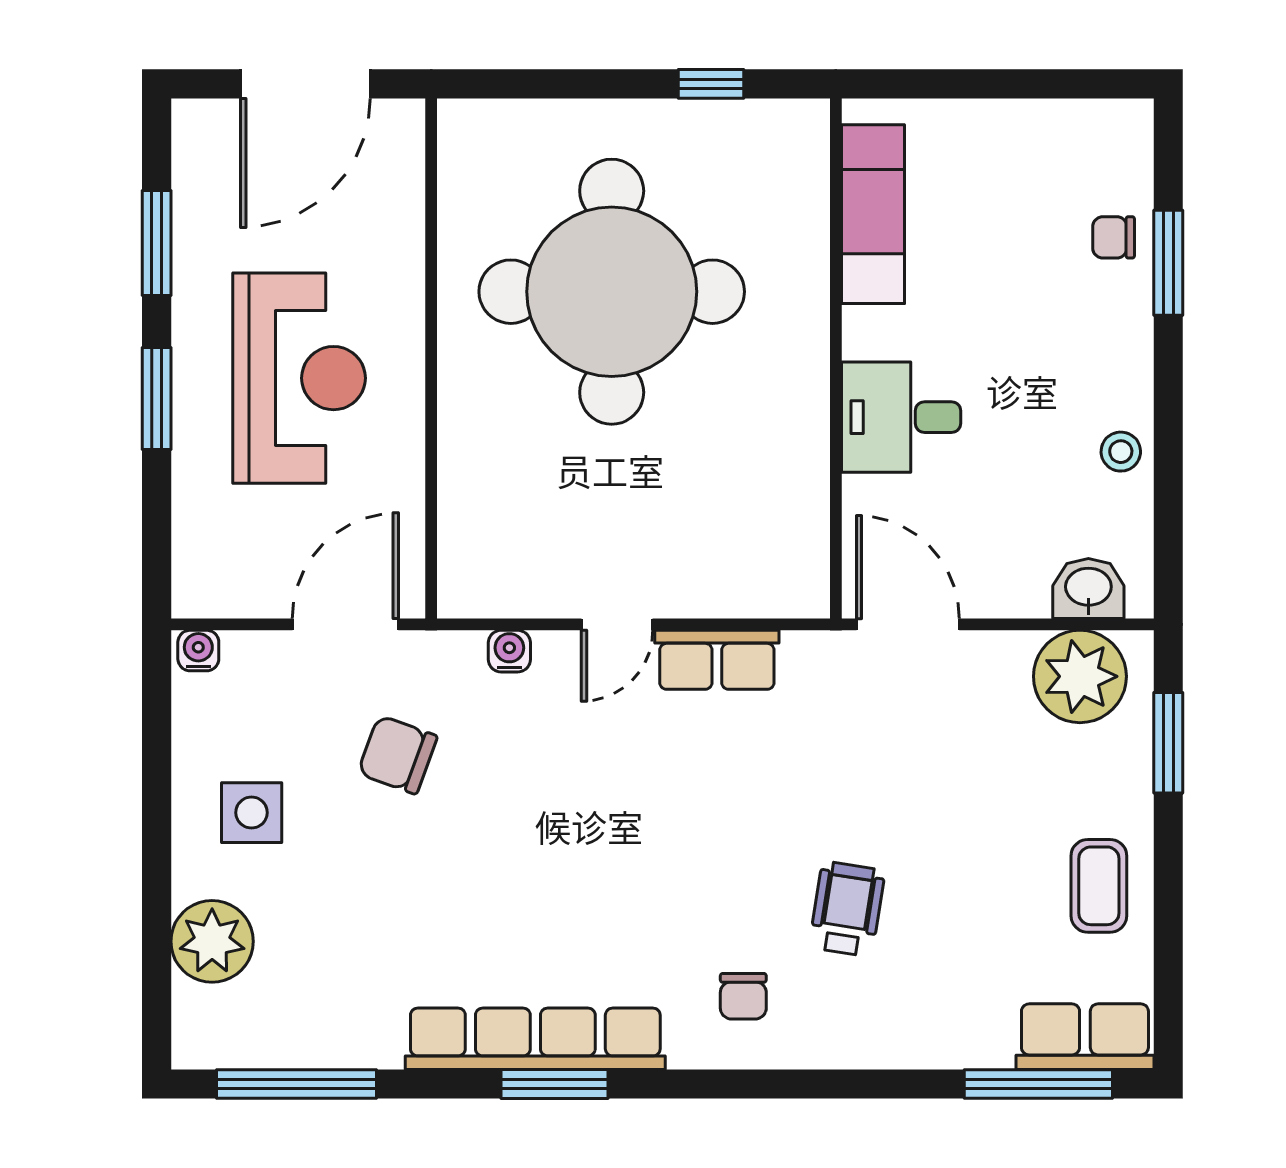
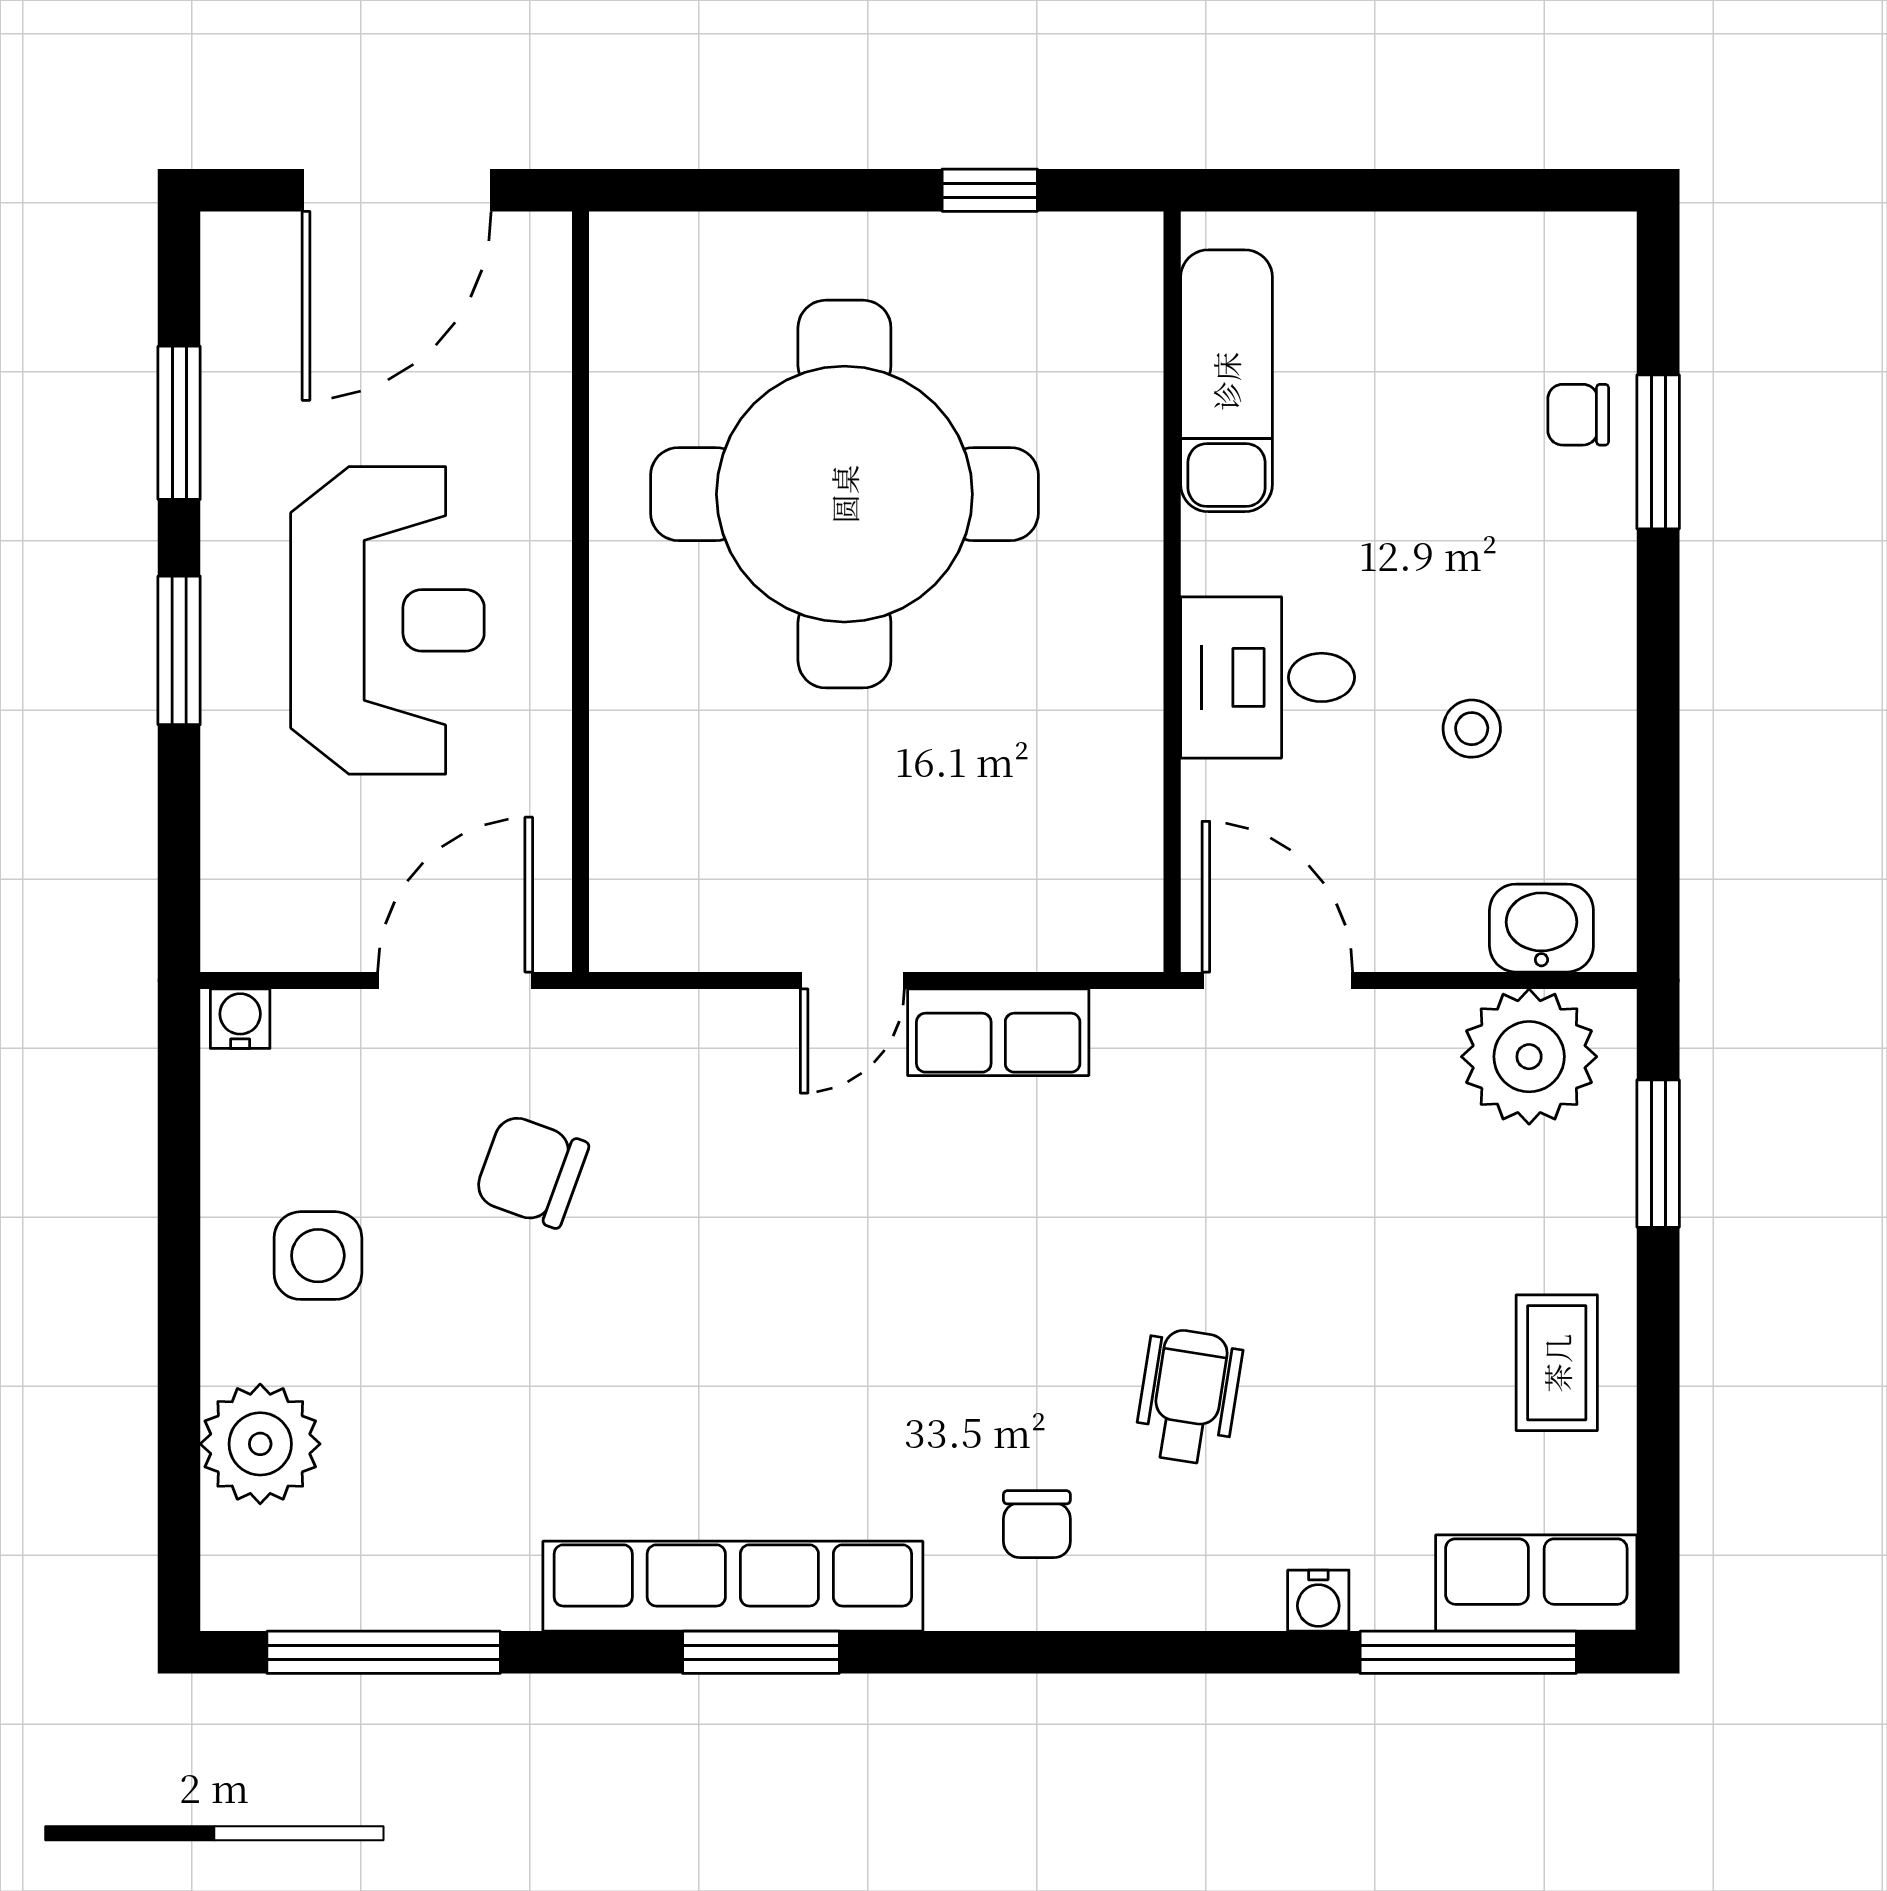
stool: (1121, 452) -> (1472, 729), moved
water cooler: (509, 651) -> (1318, 1601), moved, turned 180

